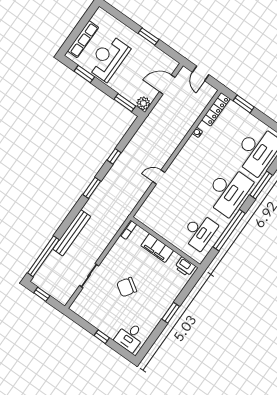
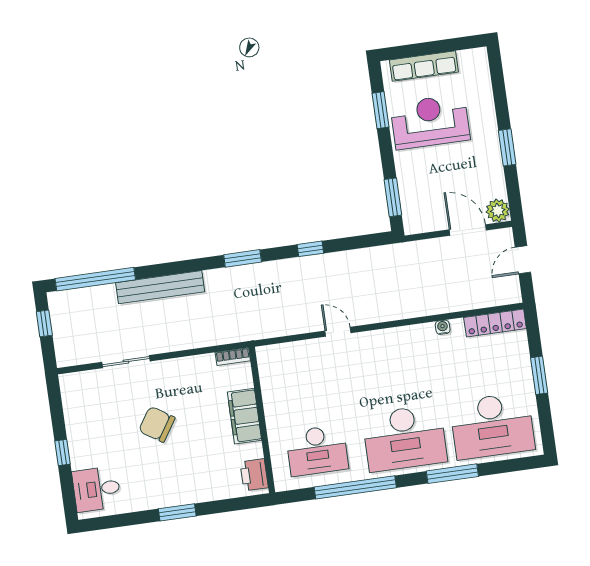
plant: (143, 103) -> (498, 211), moved
window: (244, 104) -> (539, 375), moved

